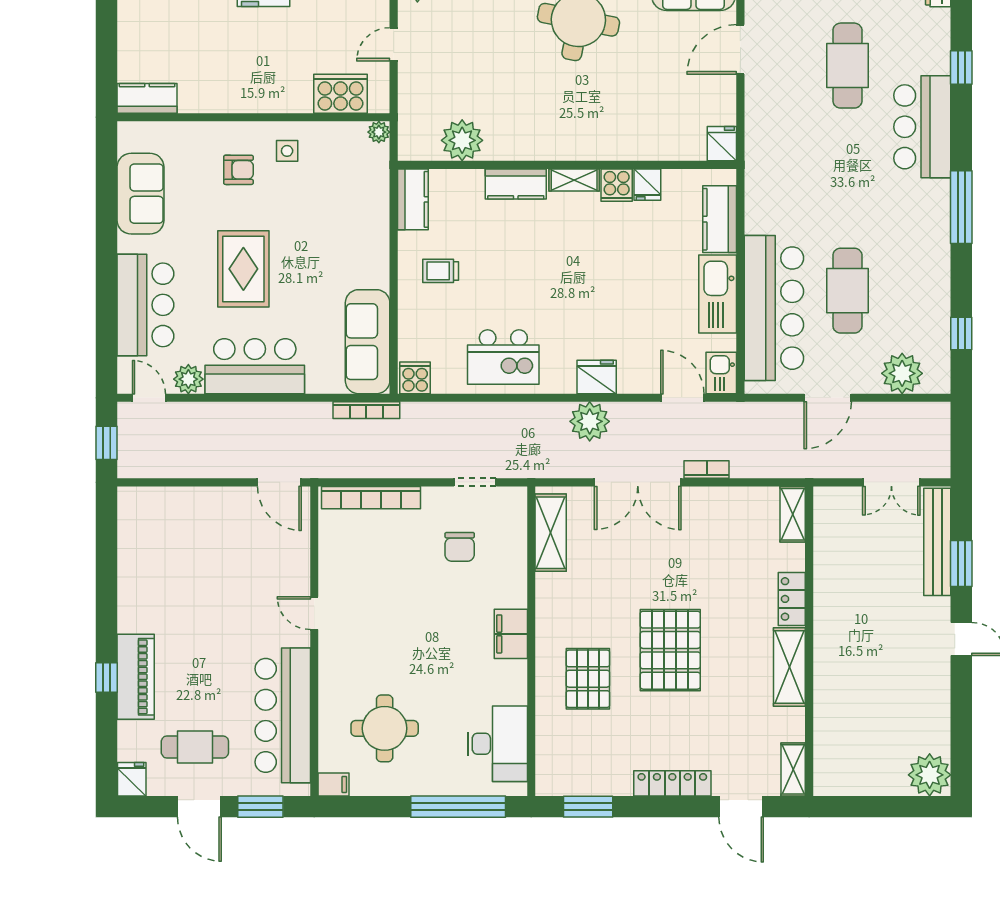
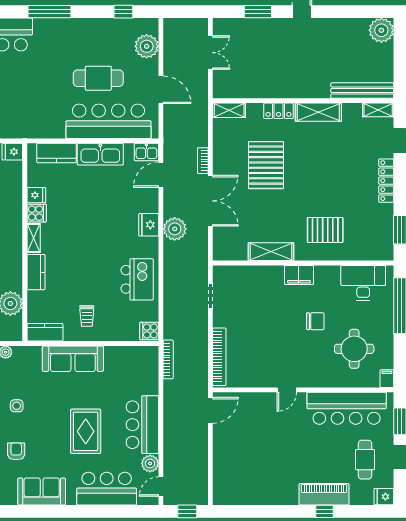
armchair: (238, 170) -> (16, 451), moved
rug: (243, 269) -> (86, 431), turned 90
sofa: (368, 342) -> (73, 359), moved
shelving: (551, 533) -> (271, 252), moved
bench: (937, 542) -> (362, 90), moved
chair: (460, 547) -> (315, 321), moved
pallet: (670, 650) -> (266, 165), moved, turned 90

